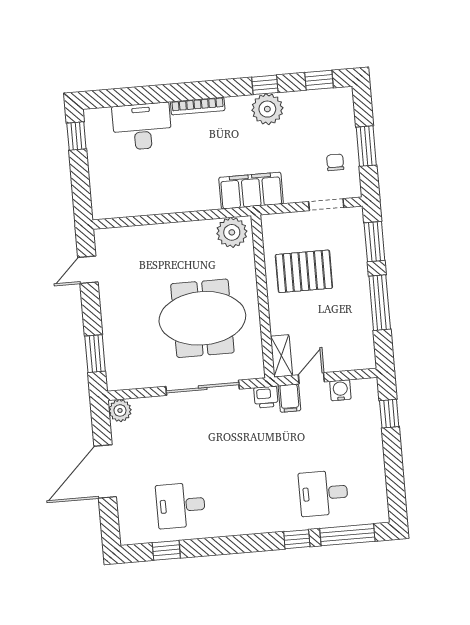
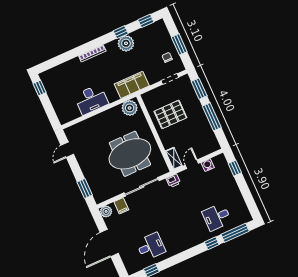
desk: (142, 127) -> (91, 100), moved, turned 180
filing cabinet: (289, 398) -> (121, 206), moved
desk: (181, 505) -> (151, 247), turned 180

